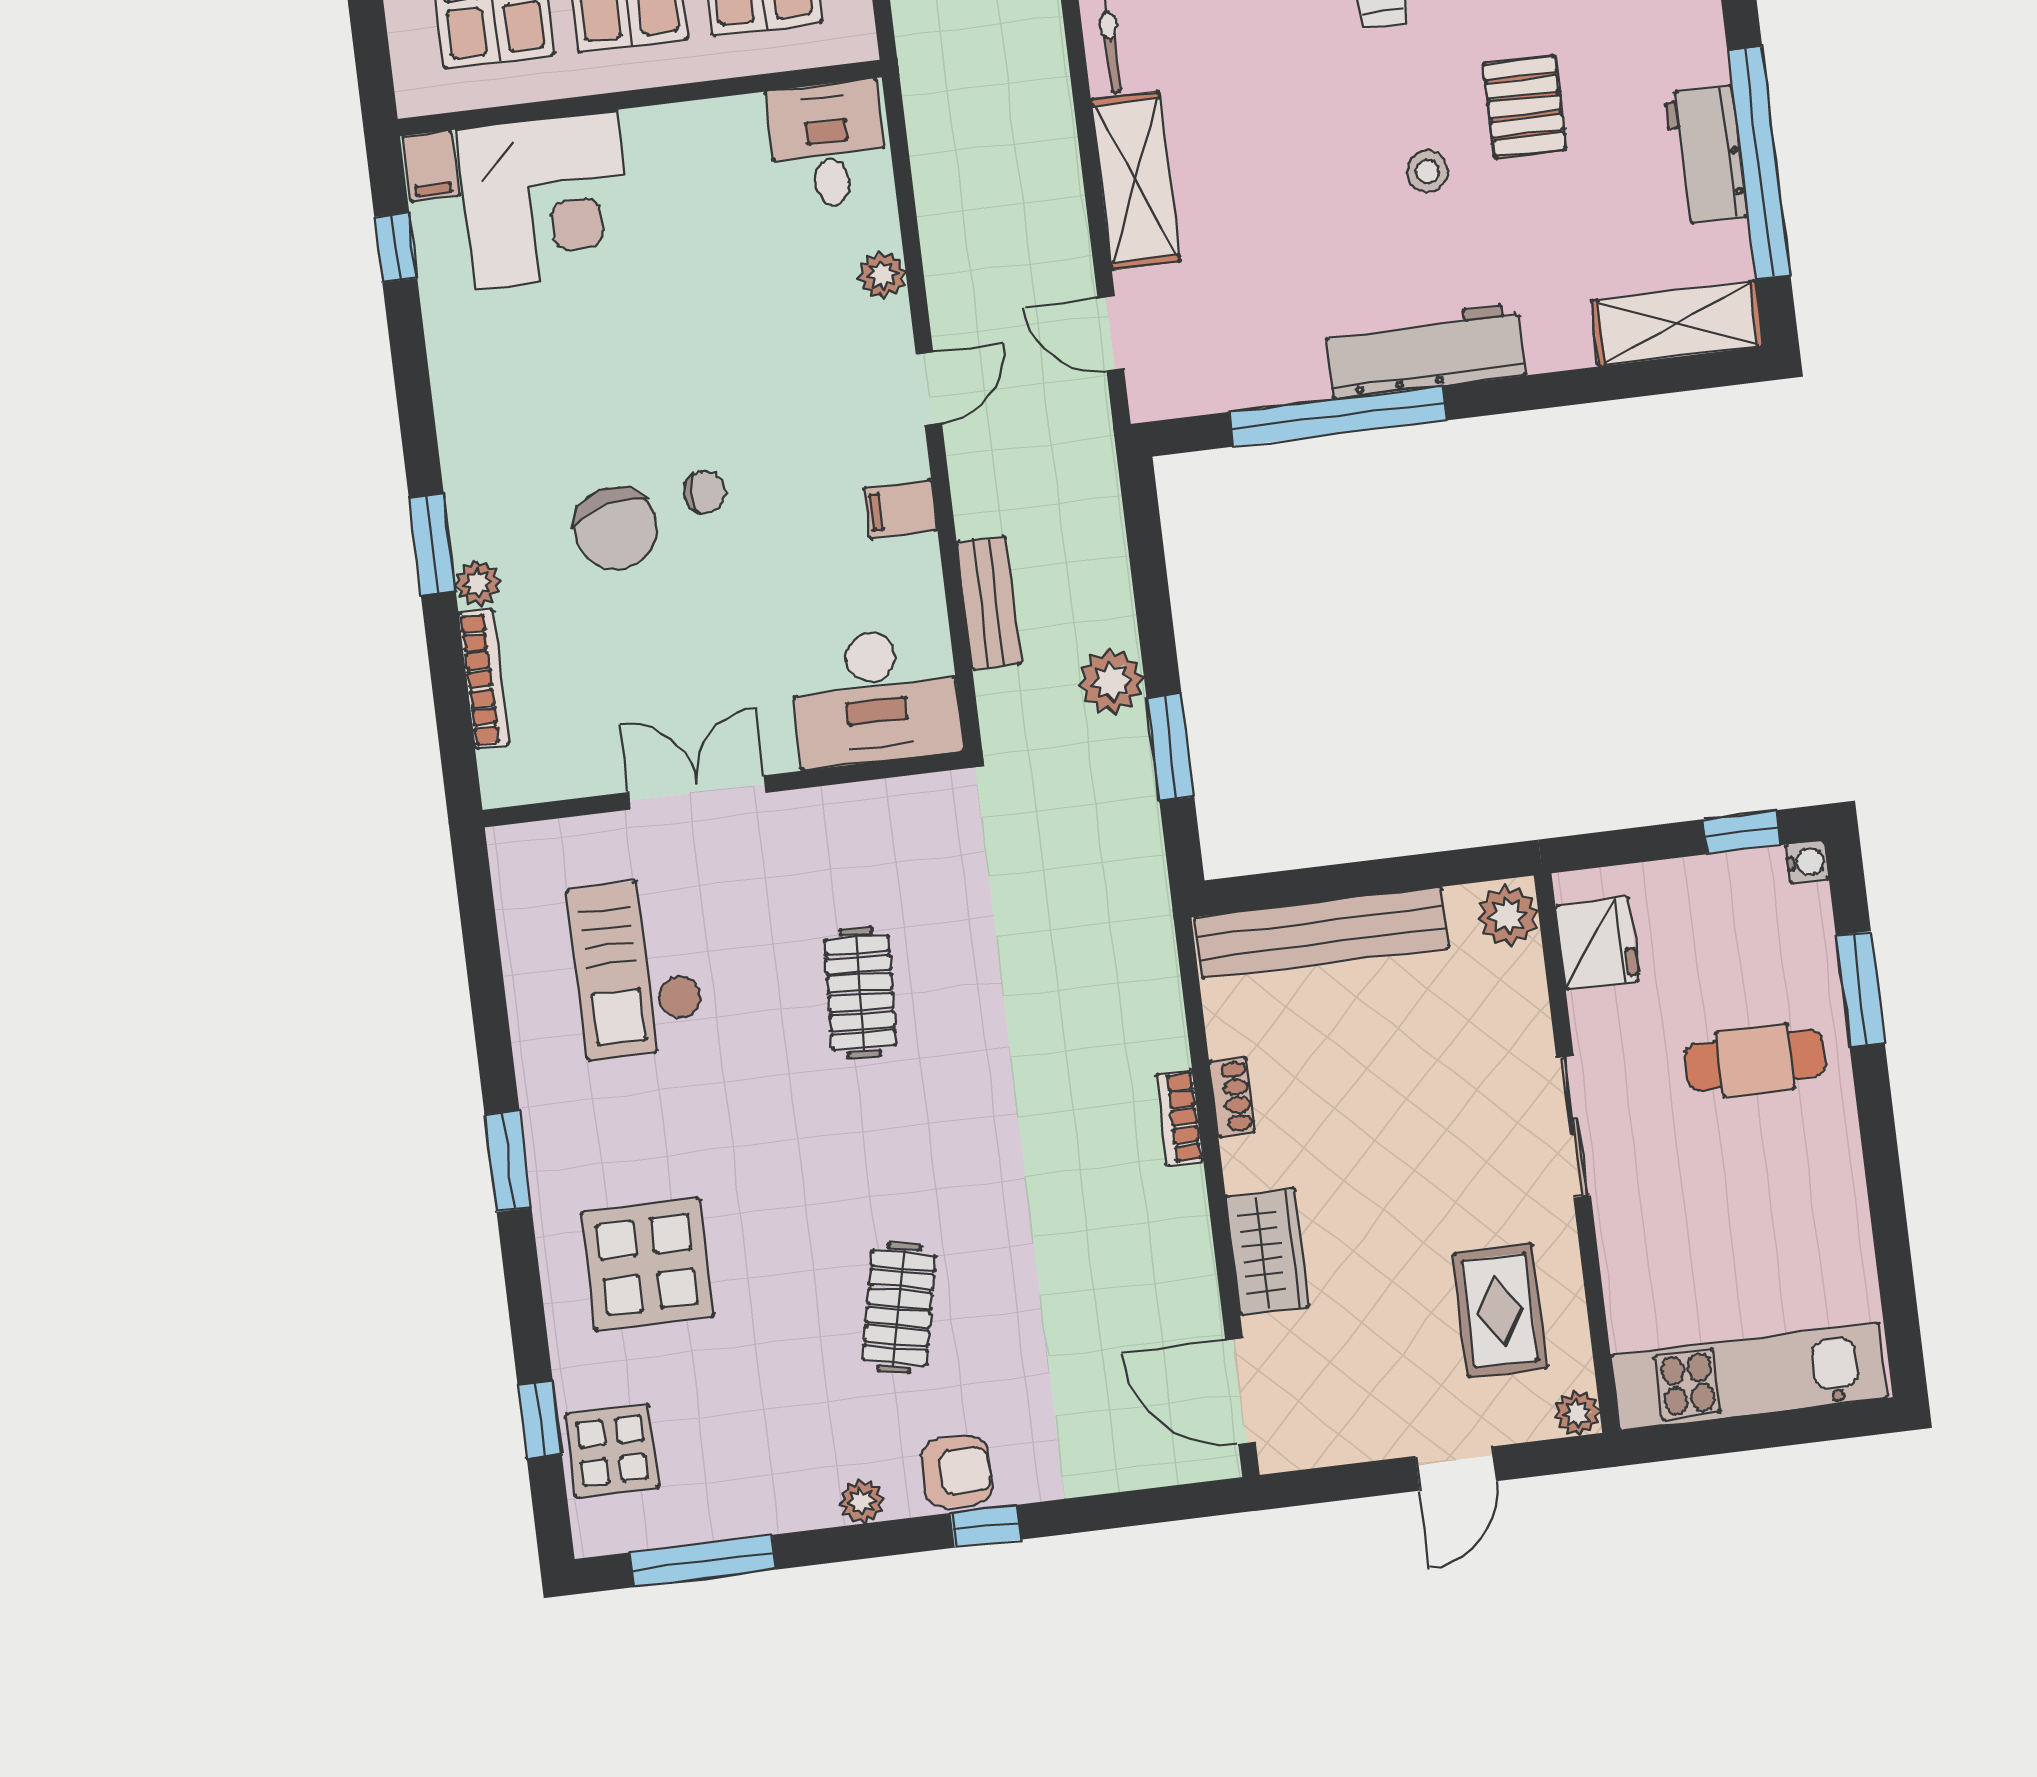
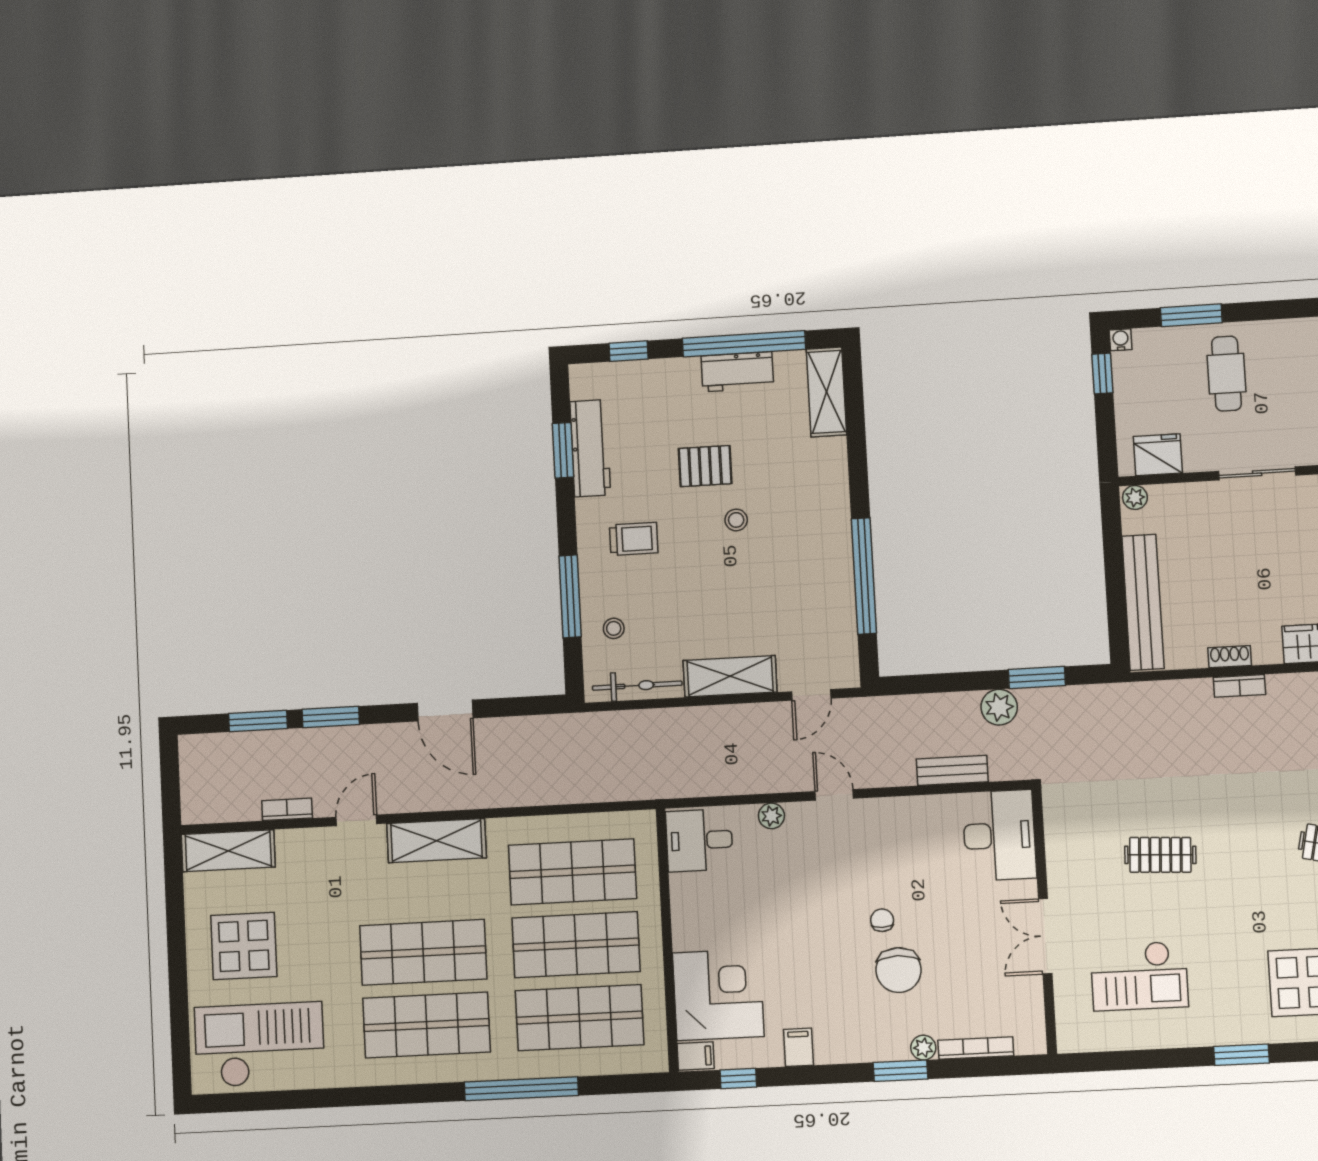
workbench: (1425, 351) -> (832, 527), removed
filing cabinet: (900, 509) -> (799, 1047), moved, turned 180
chair: (616, 528) -> (899, 970), turned 105
plant: (1508, 916) -> (1135, 497), width x0.73, depth x0.73

